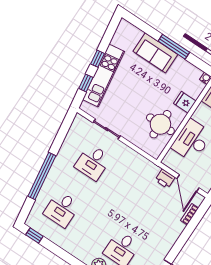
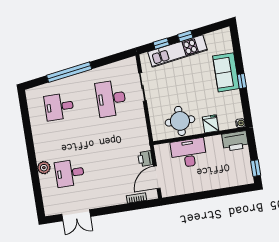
window: (174, 47) -> (242, 81), width x0.46
desk: (93, 162) -> (111, 98), width x1.37
window: (34, 235) -> (24, 105), removed

